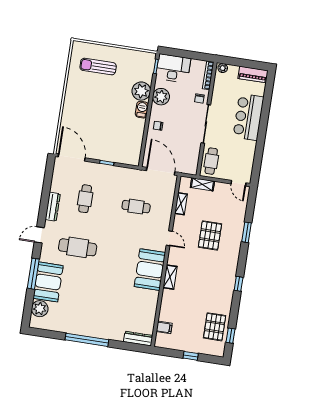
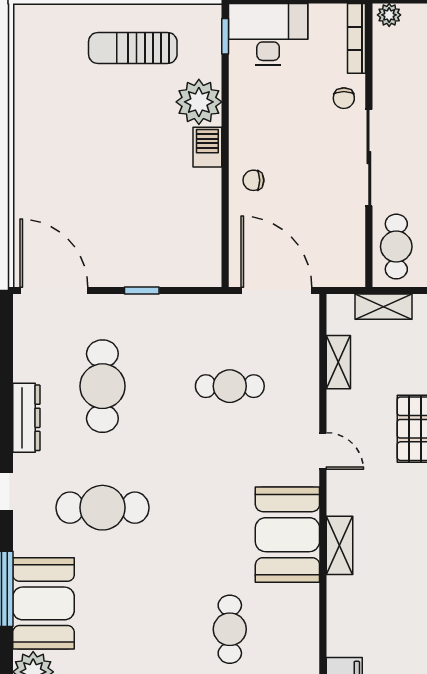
sun lounger: (98, 67) -> (133, 48), moved
plant: (161, 97) -> (249, 108), removed
cafe table: (85, 199) -> (102, 386), width x1.37, depth x1.35
cafe table: (121, 304) -> (230, 629), added

